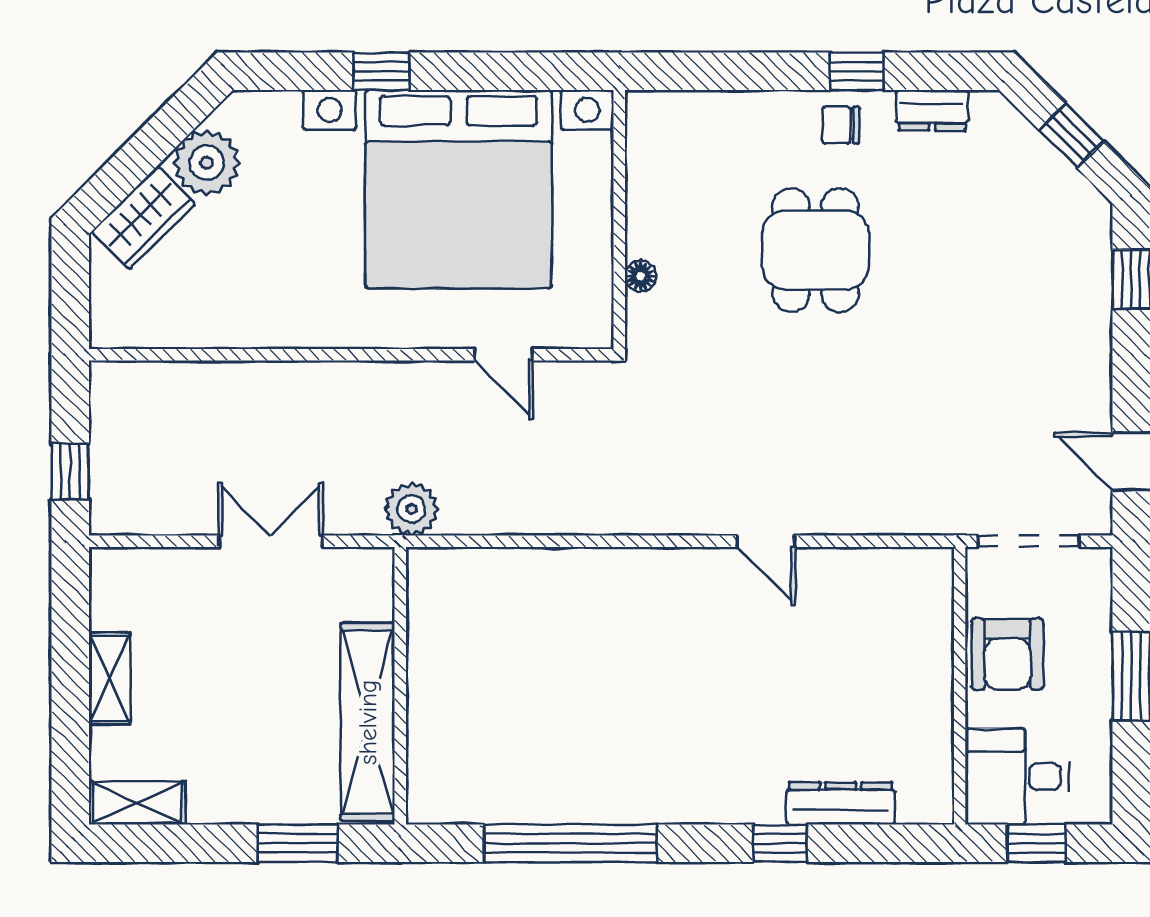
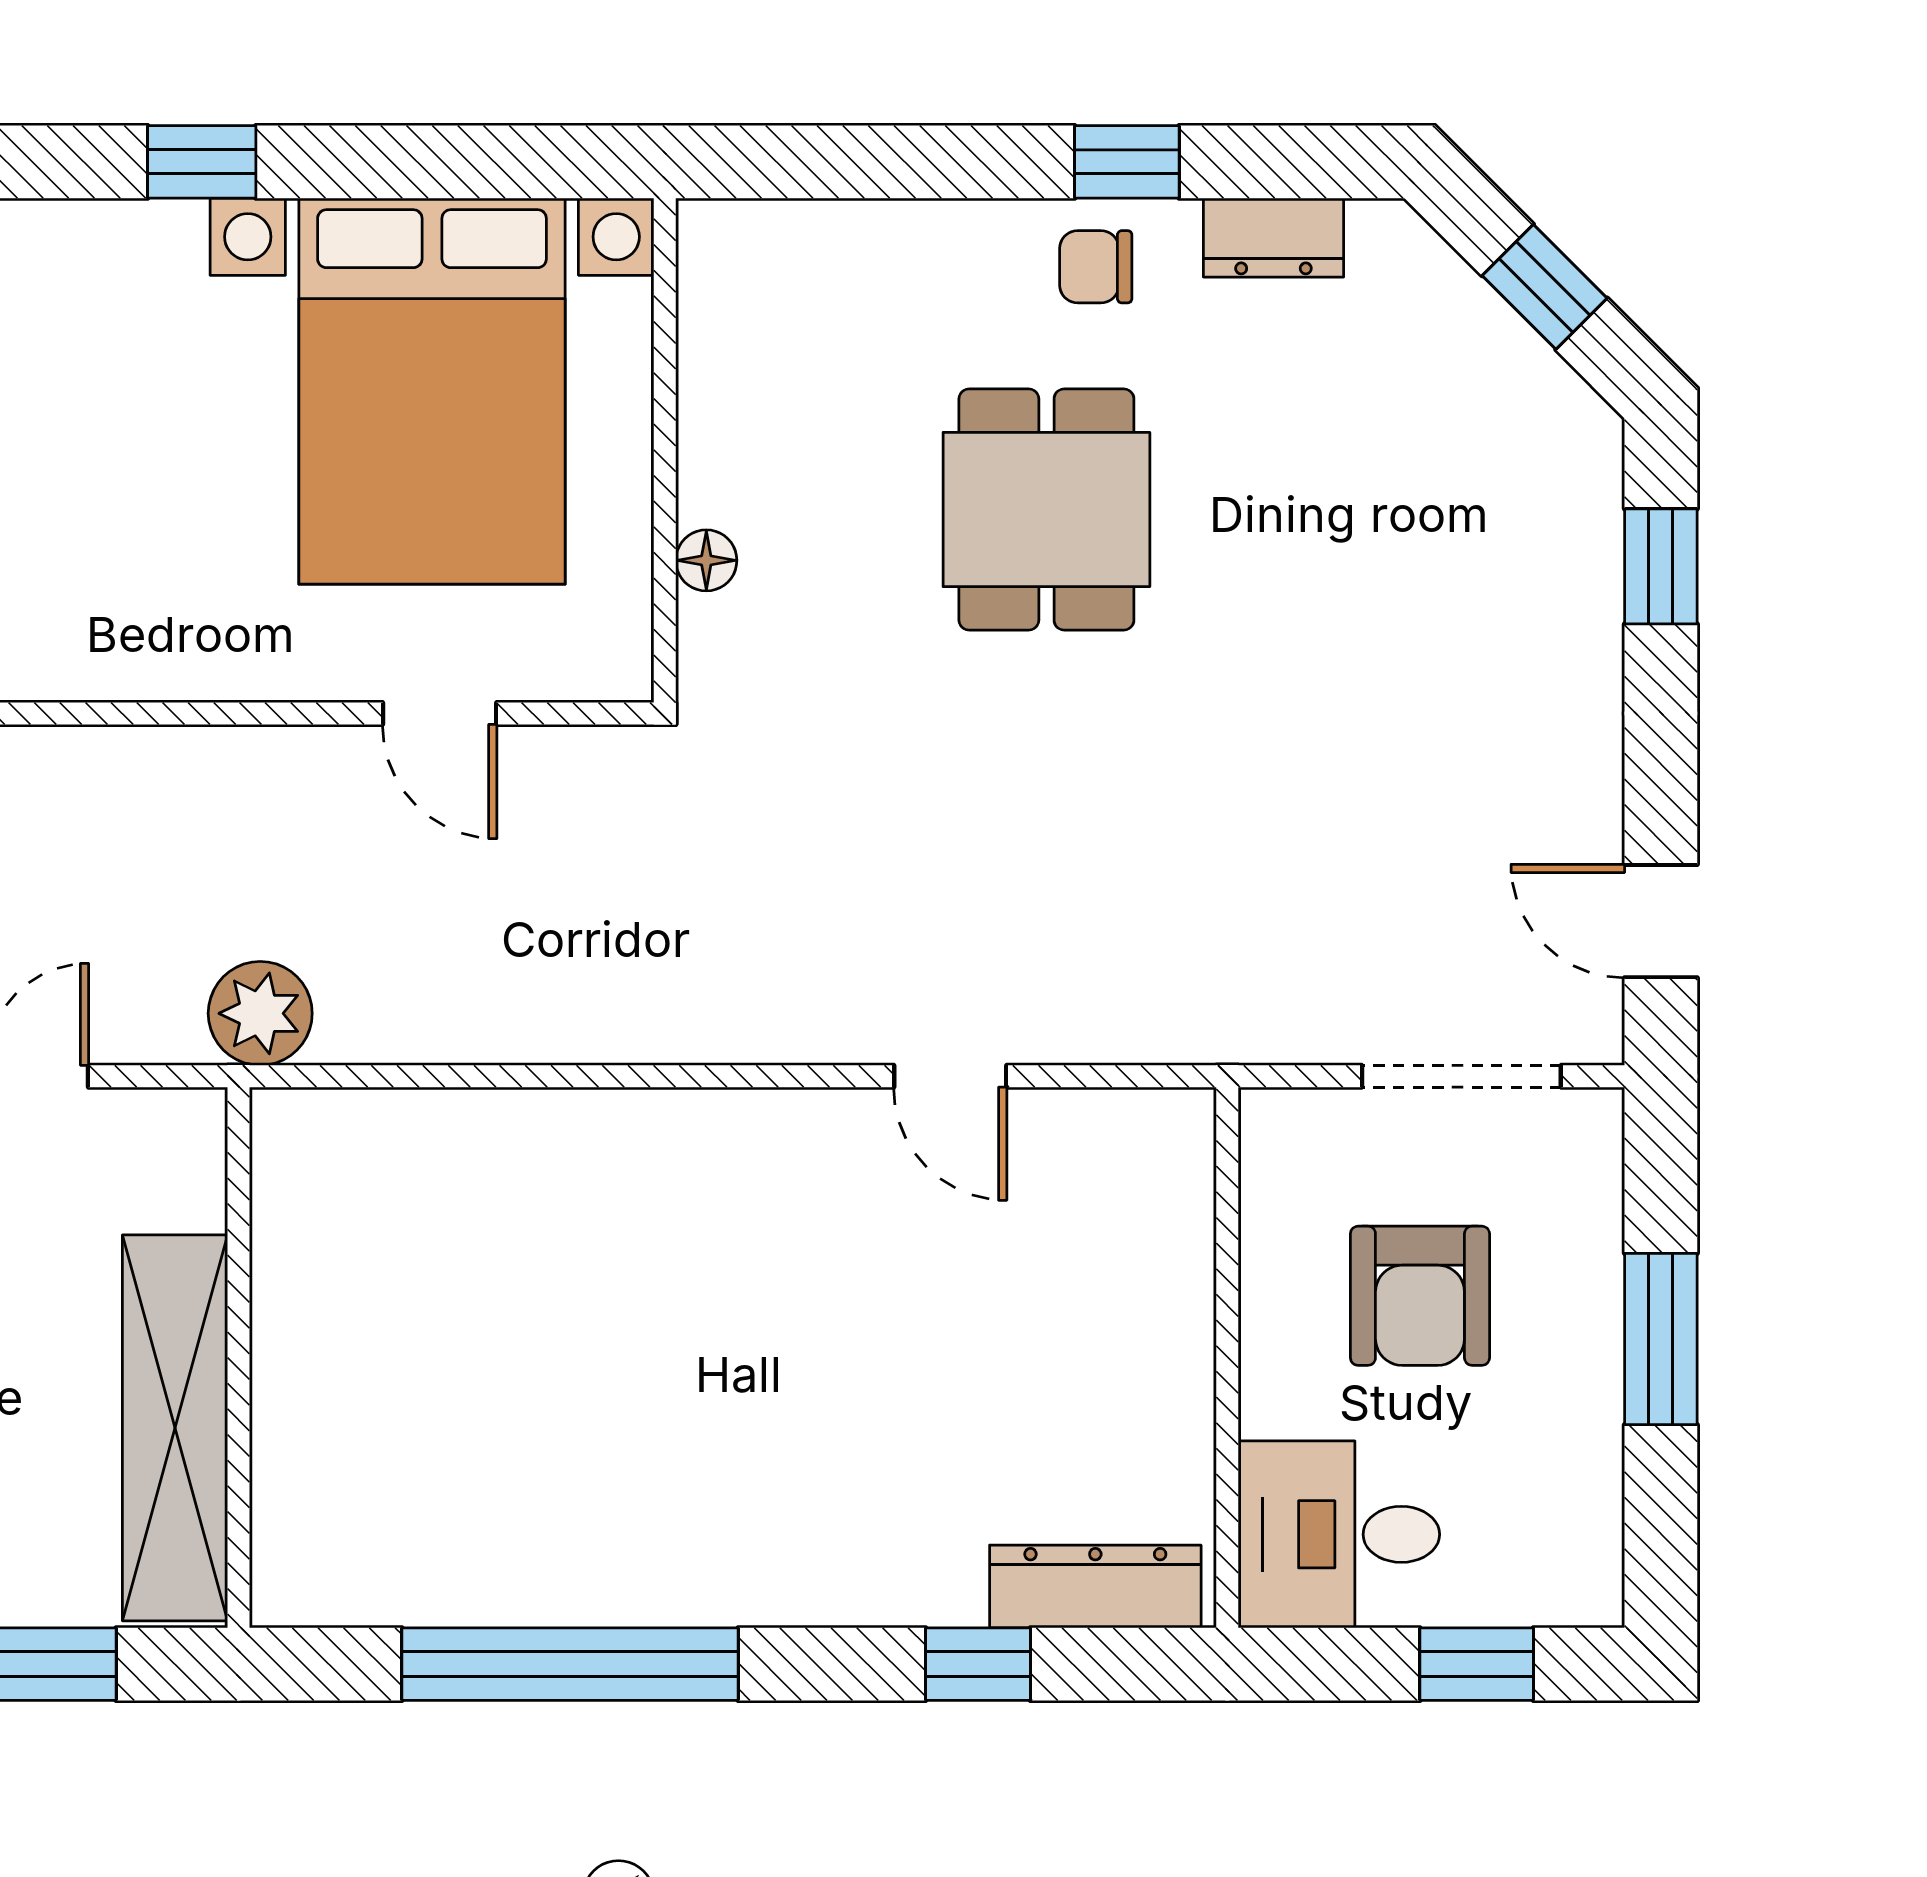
bed with nightstands: (459, 189) -> (432, 391), width x0.73
wall: (960, 686) -> (1227, 1357), moved
desk: (1017, 777) -> (1339, 1534), moved

